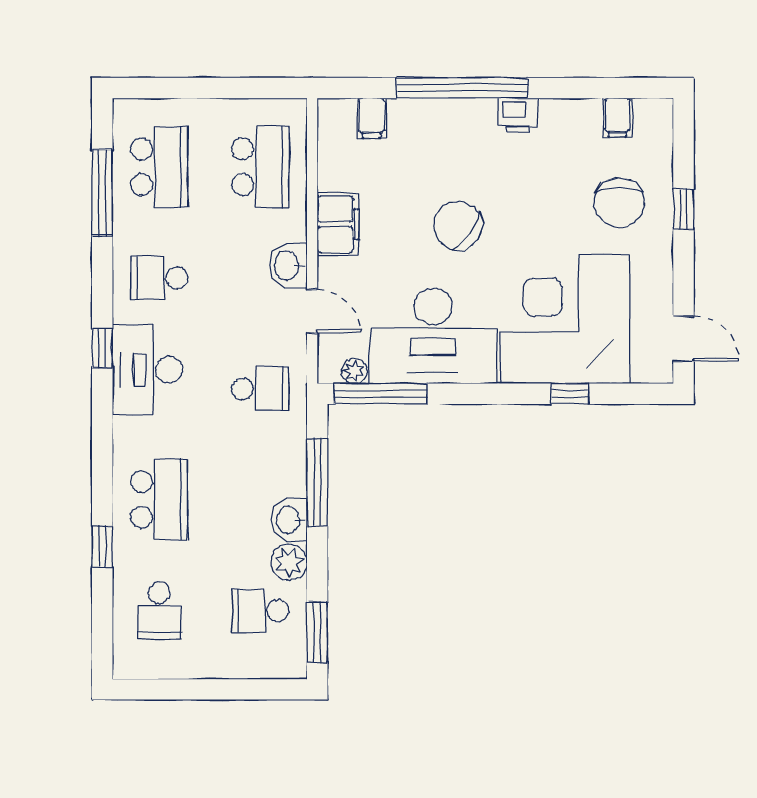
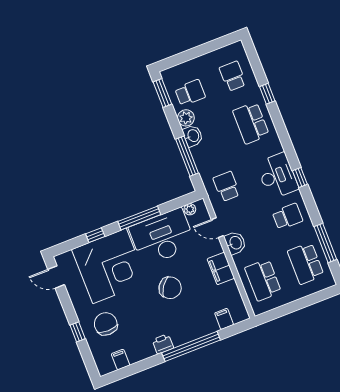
school desk: (260, 389) -> (227, 186), turned 90
window: (381, 394) -> (139, 218), moved

